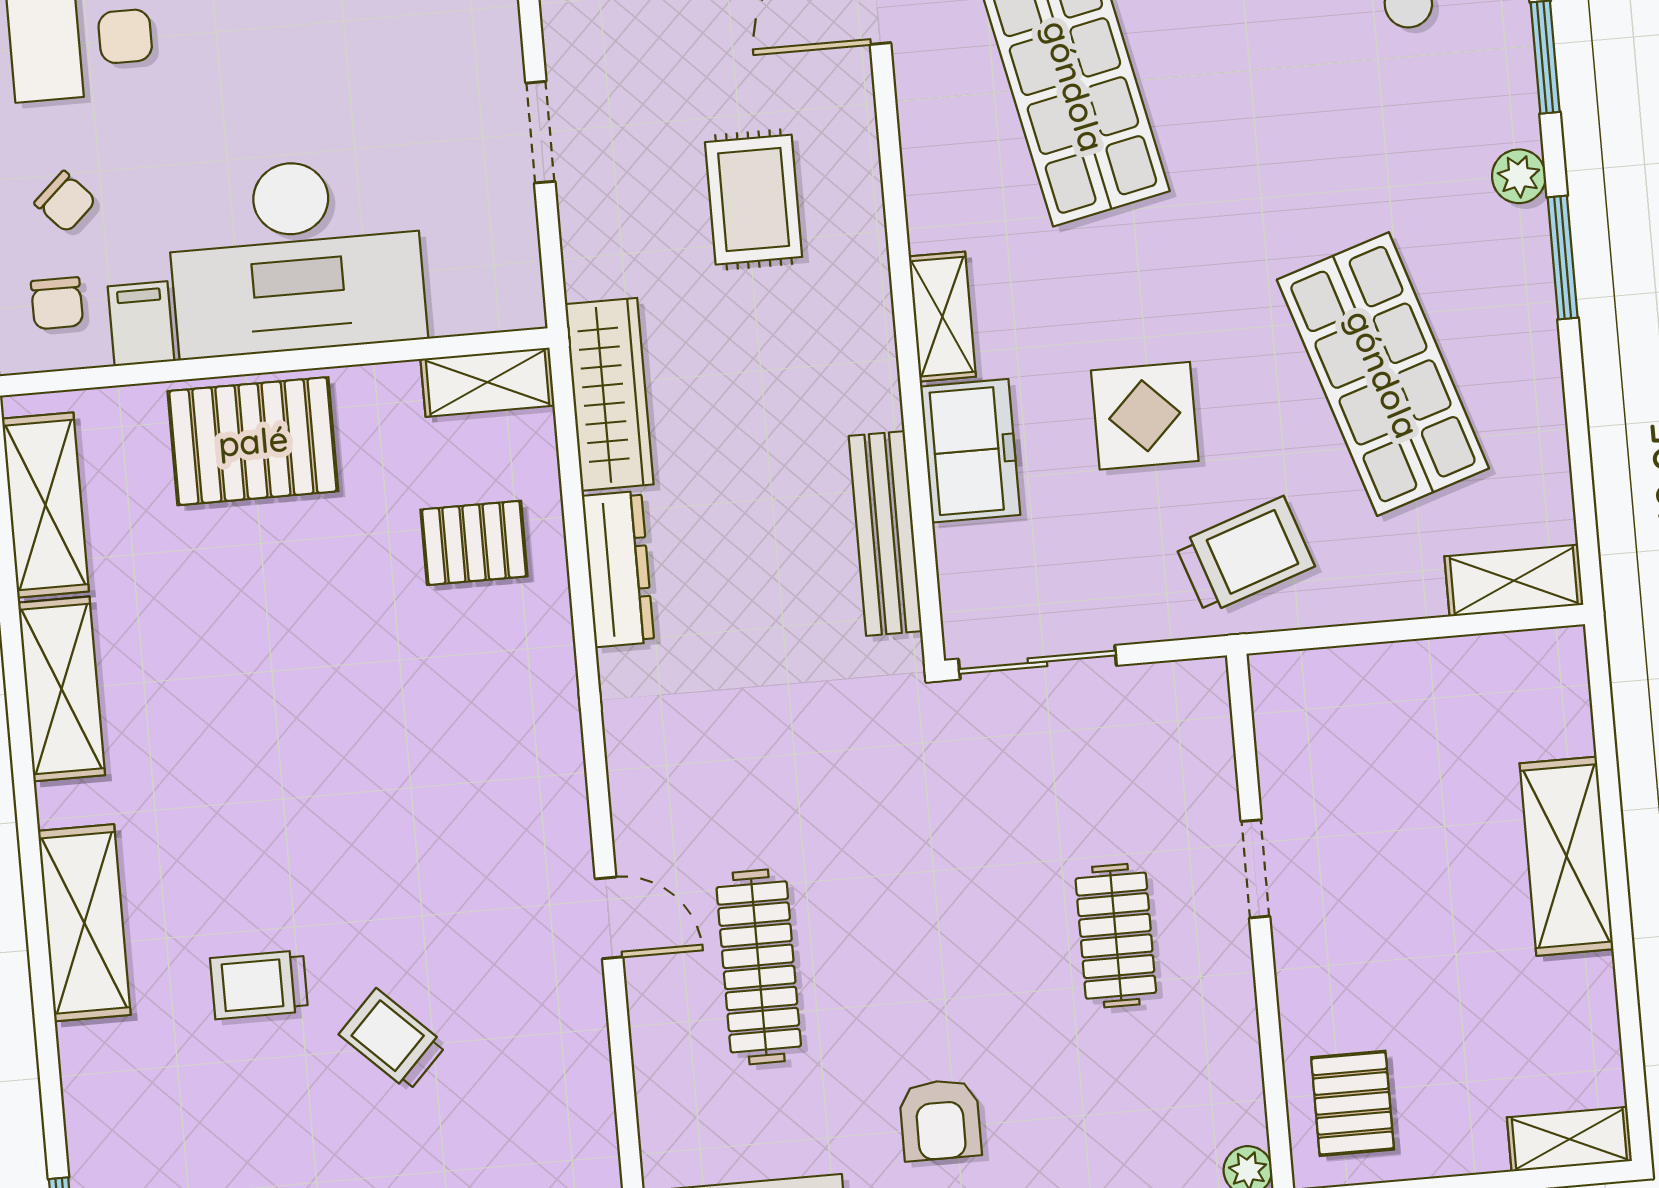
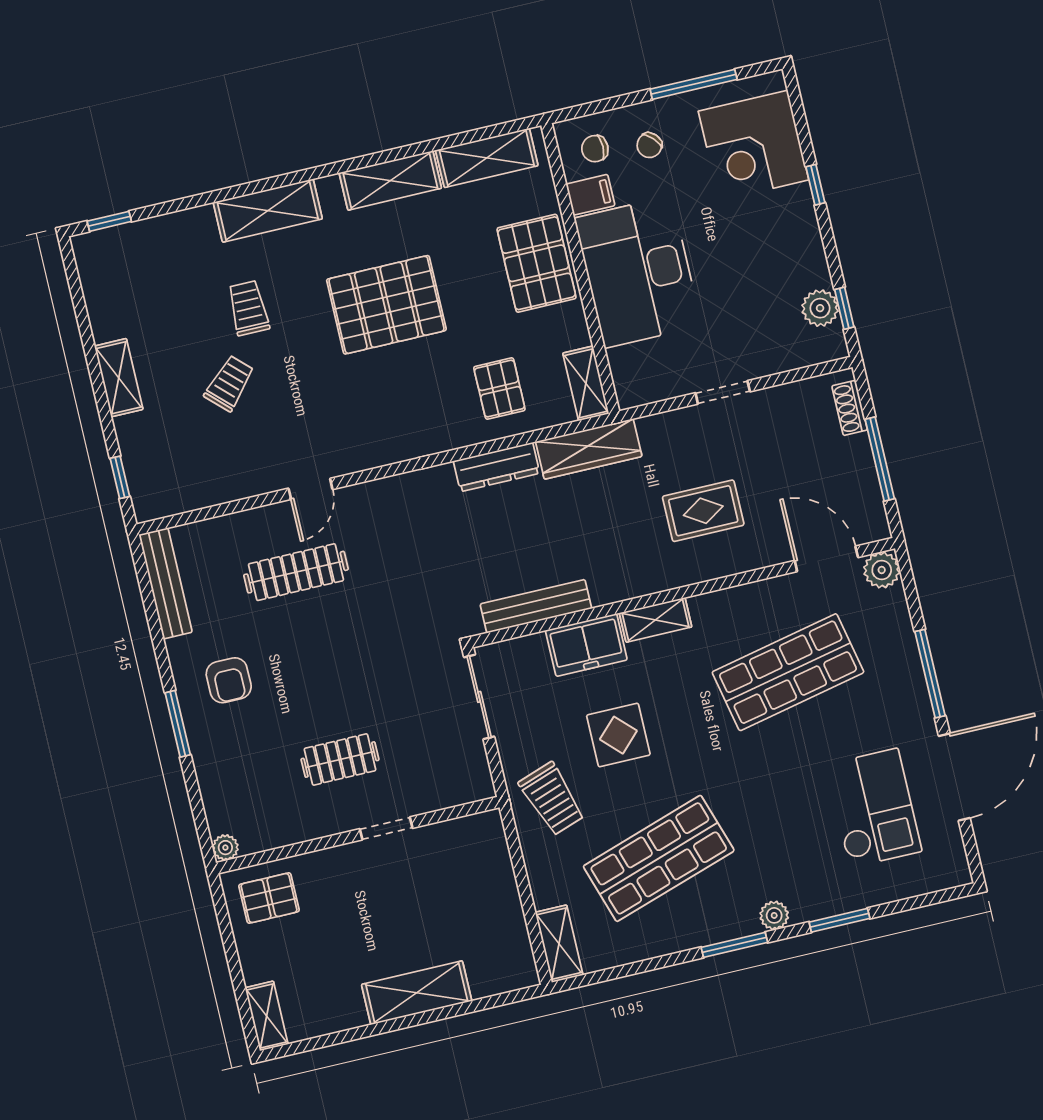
pallet: (290, 729) -> (386, 305), added
armchair: (940, 1120) -> (229, 680), turned -90

